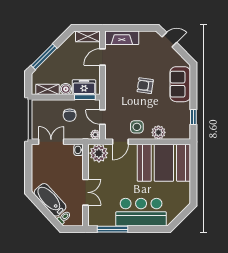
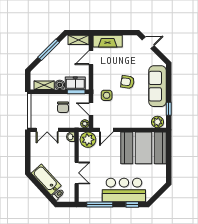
window: (44, 57) -> (49, 50), moved
sofa: (180, 84) -> (157, 86), width x1.36
side table: (137, 127) -> (107, 95), moved
plant: (158, 132) -> (158, 122), moved
double door: (51, 142) -> (47, 130), swing flipped
window: (151, 229) -> (132, 205), added

